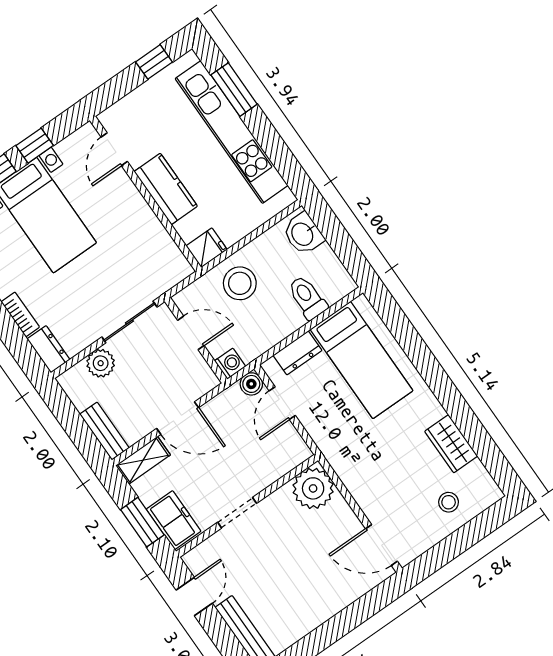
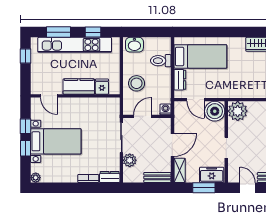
window: (275, 148) -> (93, 32), added
fridge: (207, 248) -> (102, 87), moved
boiler: (251, 384) -> (215, 111), moved, width x1.86, depth x1.86

